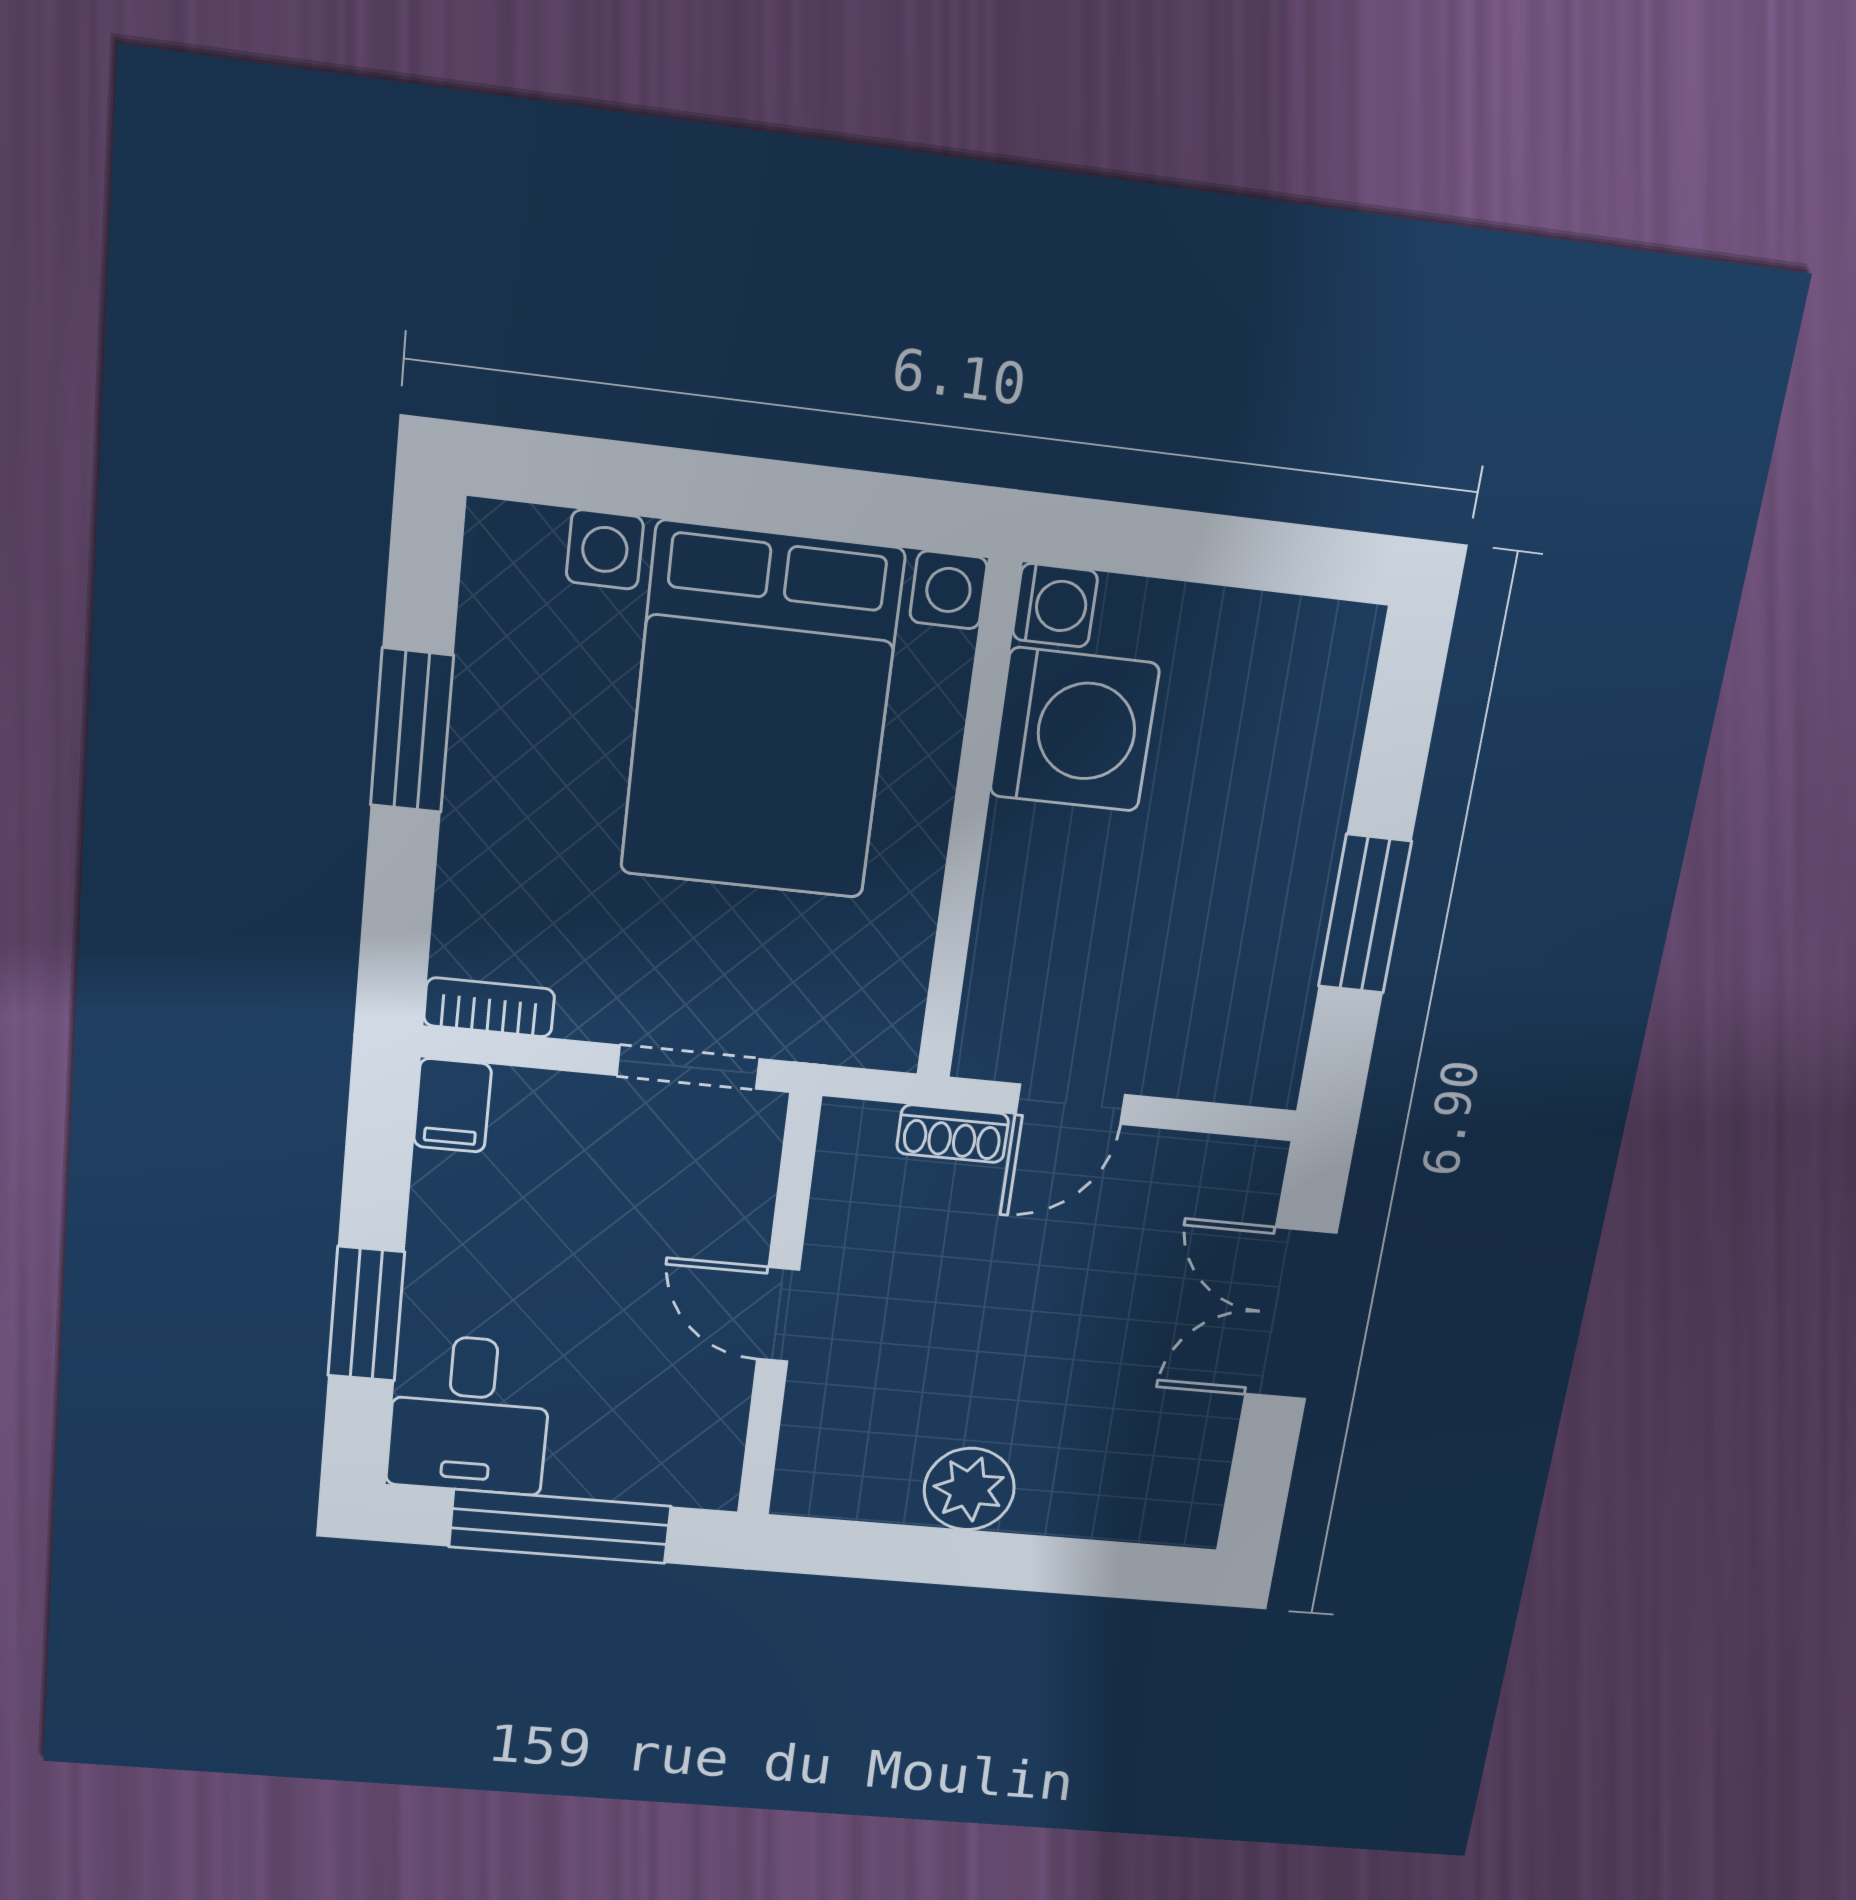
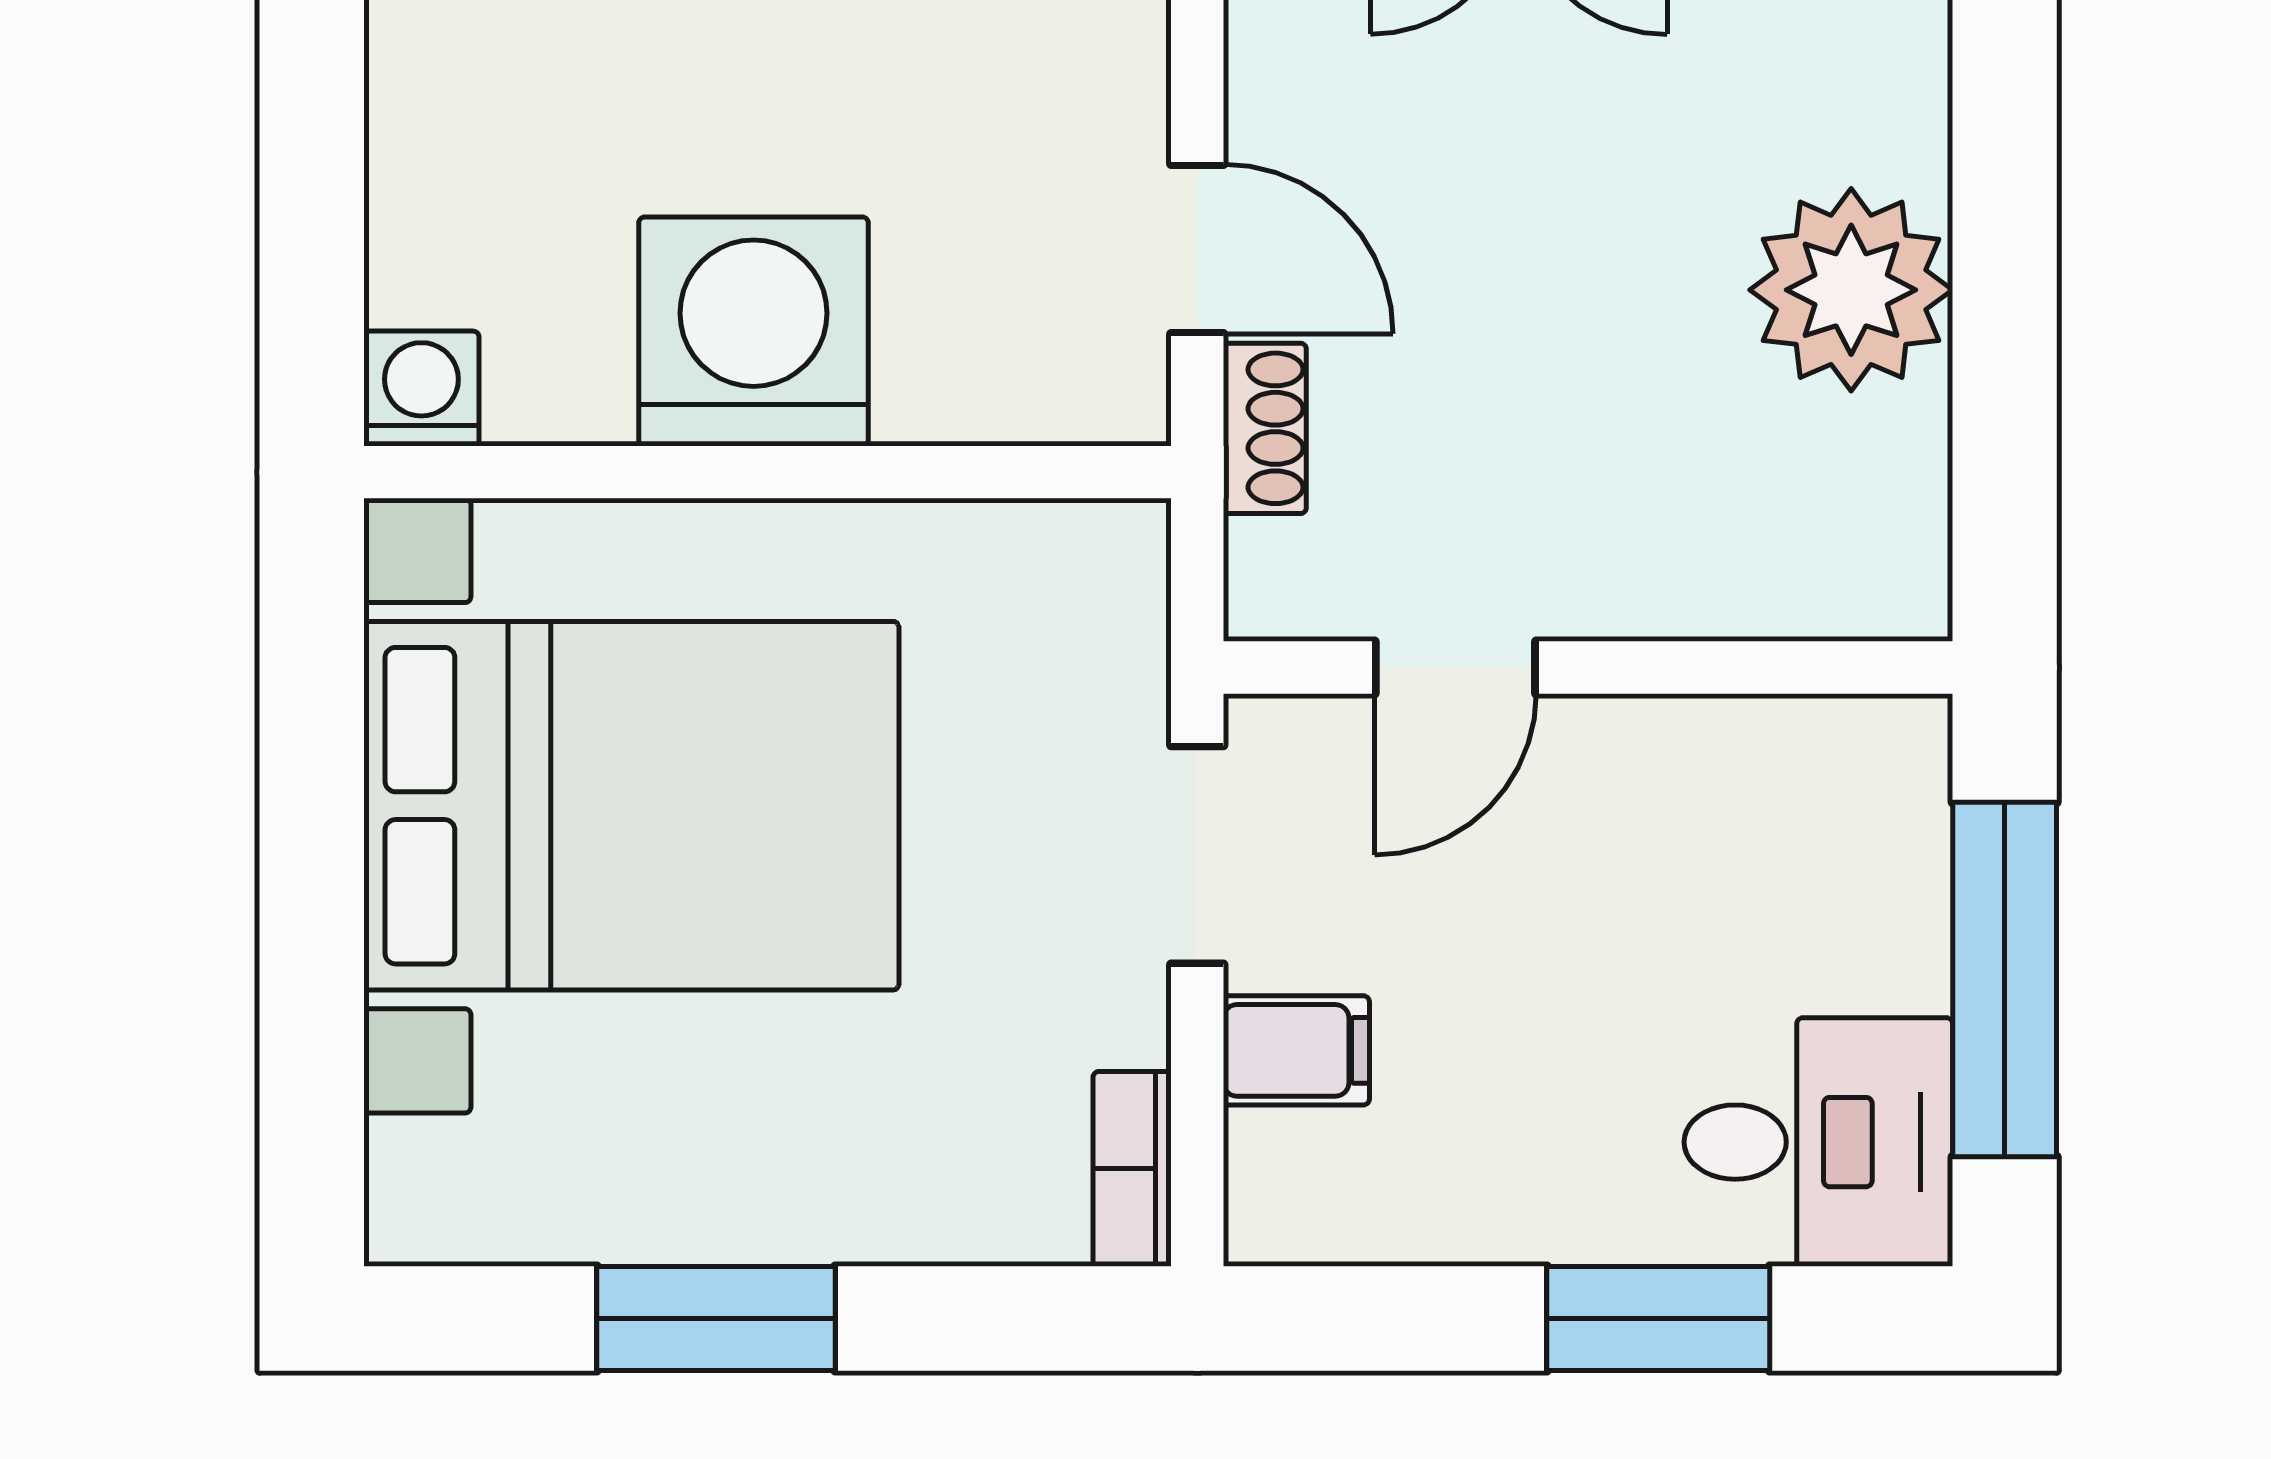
washing machine: (1075, 730) -> (754, 331), moved
filing cabinet: (452, 1105) -> (1296, 1050), moved
door: (778, 1315) -> (1455, 667), moved
plant: (969, 1489) -> (1851, 290), width x1.36, depth x1.36

